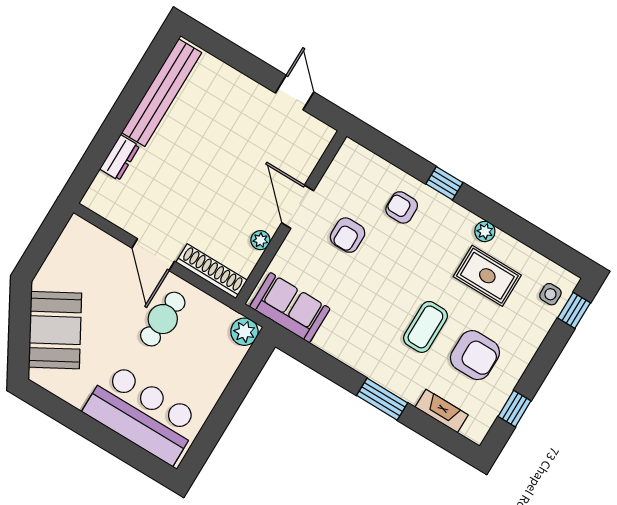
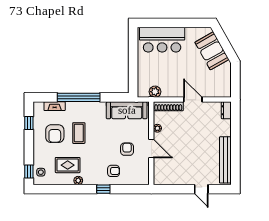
door: (295, 93) -> (201, 189), moved
dresser: (120, 158) -> (226, 110), moved
sofa: (290, 308) -> (127, 110), width x1.36
cafe table: (163, 319) -> (175, 78), removed
plant: (244, 332) -> (155, 92), moved
armchair: (475, 355) -> (55, 134), turned -90
window: (382, 399) -> (79, 97), width x2.11

